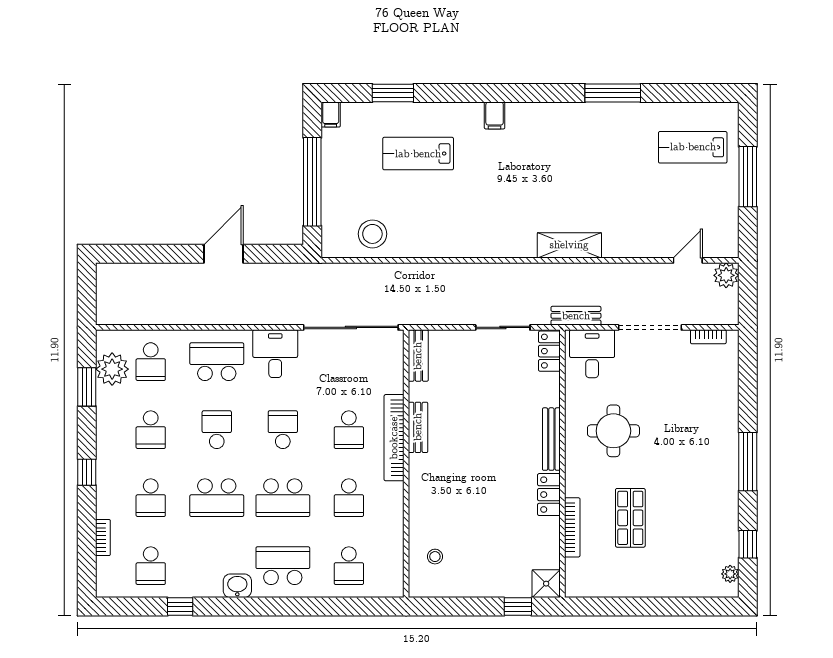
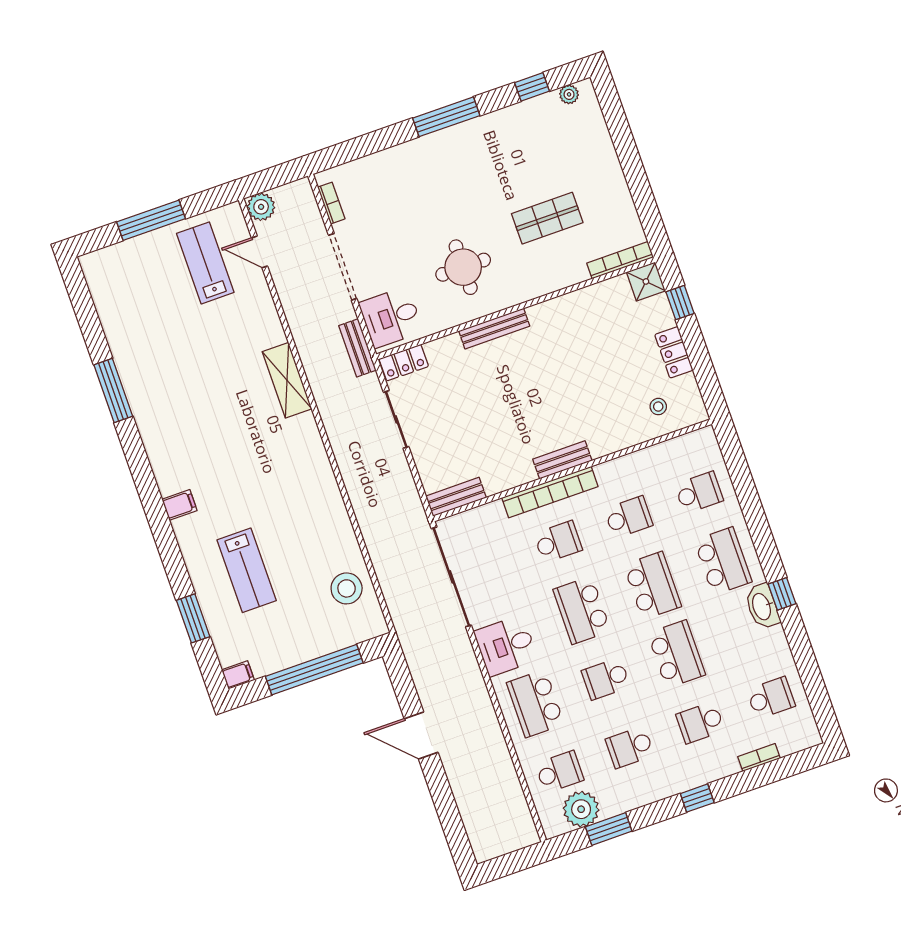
lab bench: (693, 147) -> (205, 263), moved, turned 180
bench: (418, 427) -> (562, 460), moved
school desk: (151, 430) -> (630, 747), turned 180
school desk: (283, 430) -> (582, 610), width x1.85
locker: (549, 495) -> (674, 352), moved, turned 90
school desk: (151, 498) -> (700, 723), turned 180
bookcase: (572, 527) -> (620, 260), moved
school desk: (283, 566) -> (723, 561), turned 180
washbasin: (237, 586) -> (762, 606), width x1.38
window: (180, 607) -> (782, 594), moved

